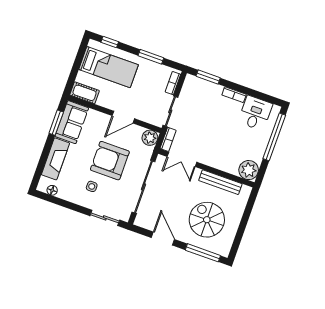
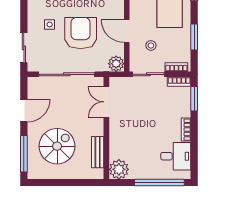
stool: (145, 100) -> (151, 45), added
bookcase: (168, 139) -> (179, 82), moved
bench: (220, 182) -> (98, 152), width x0.73

